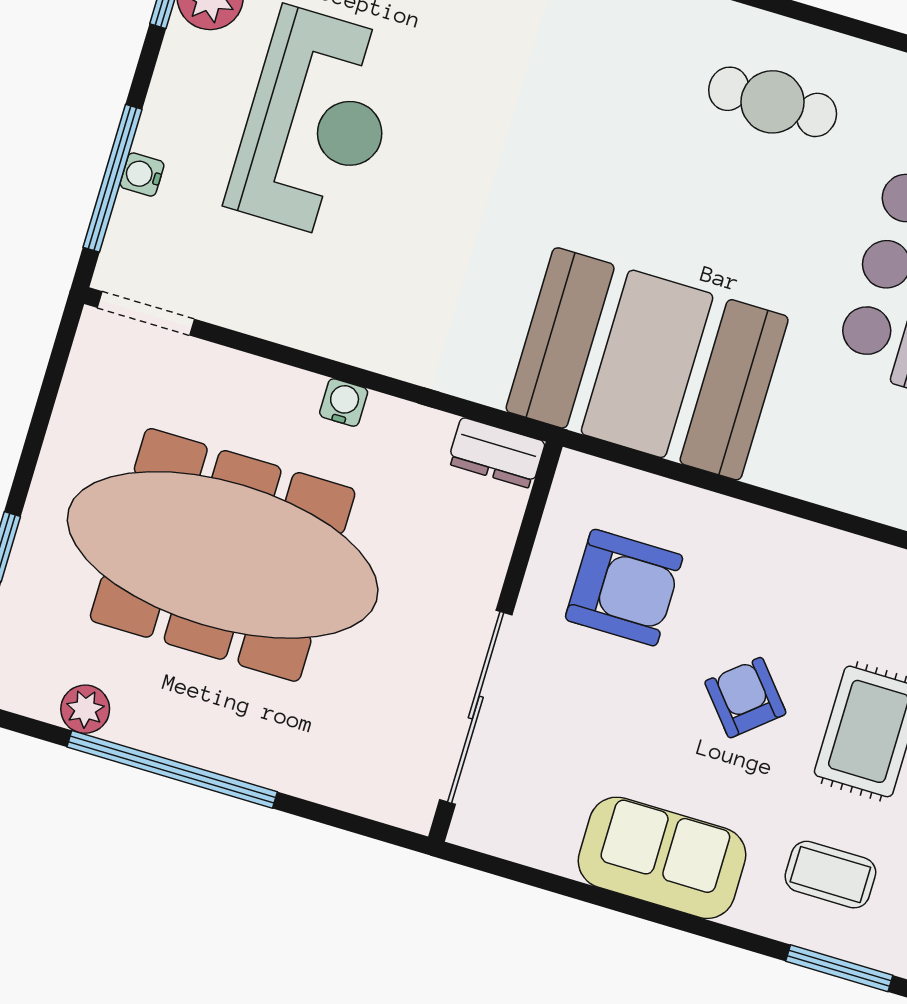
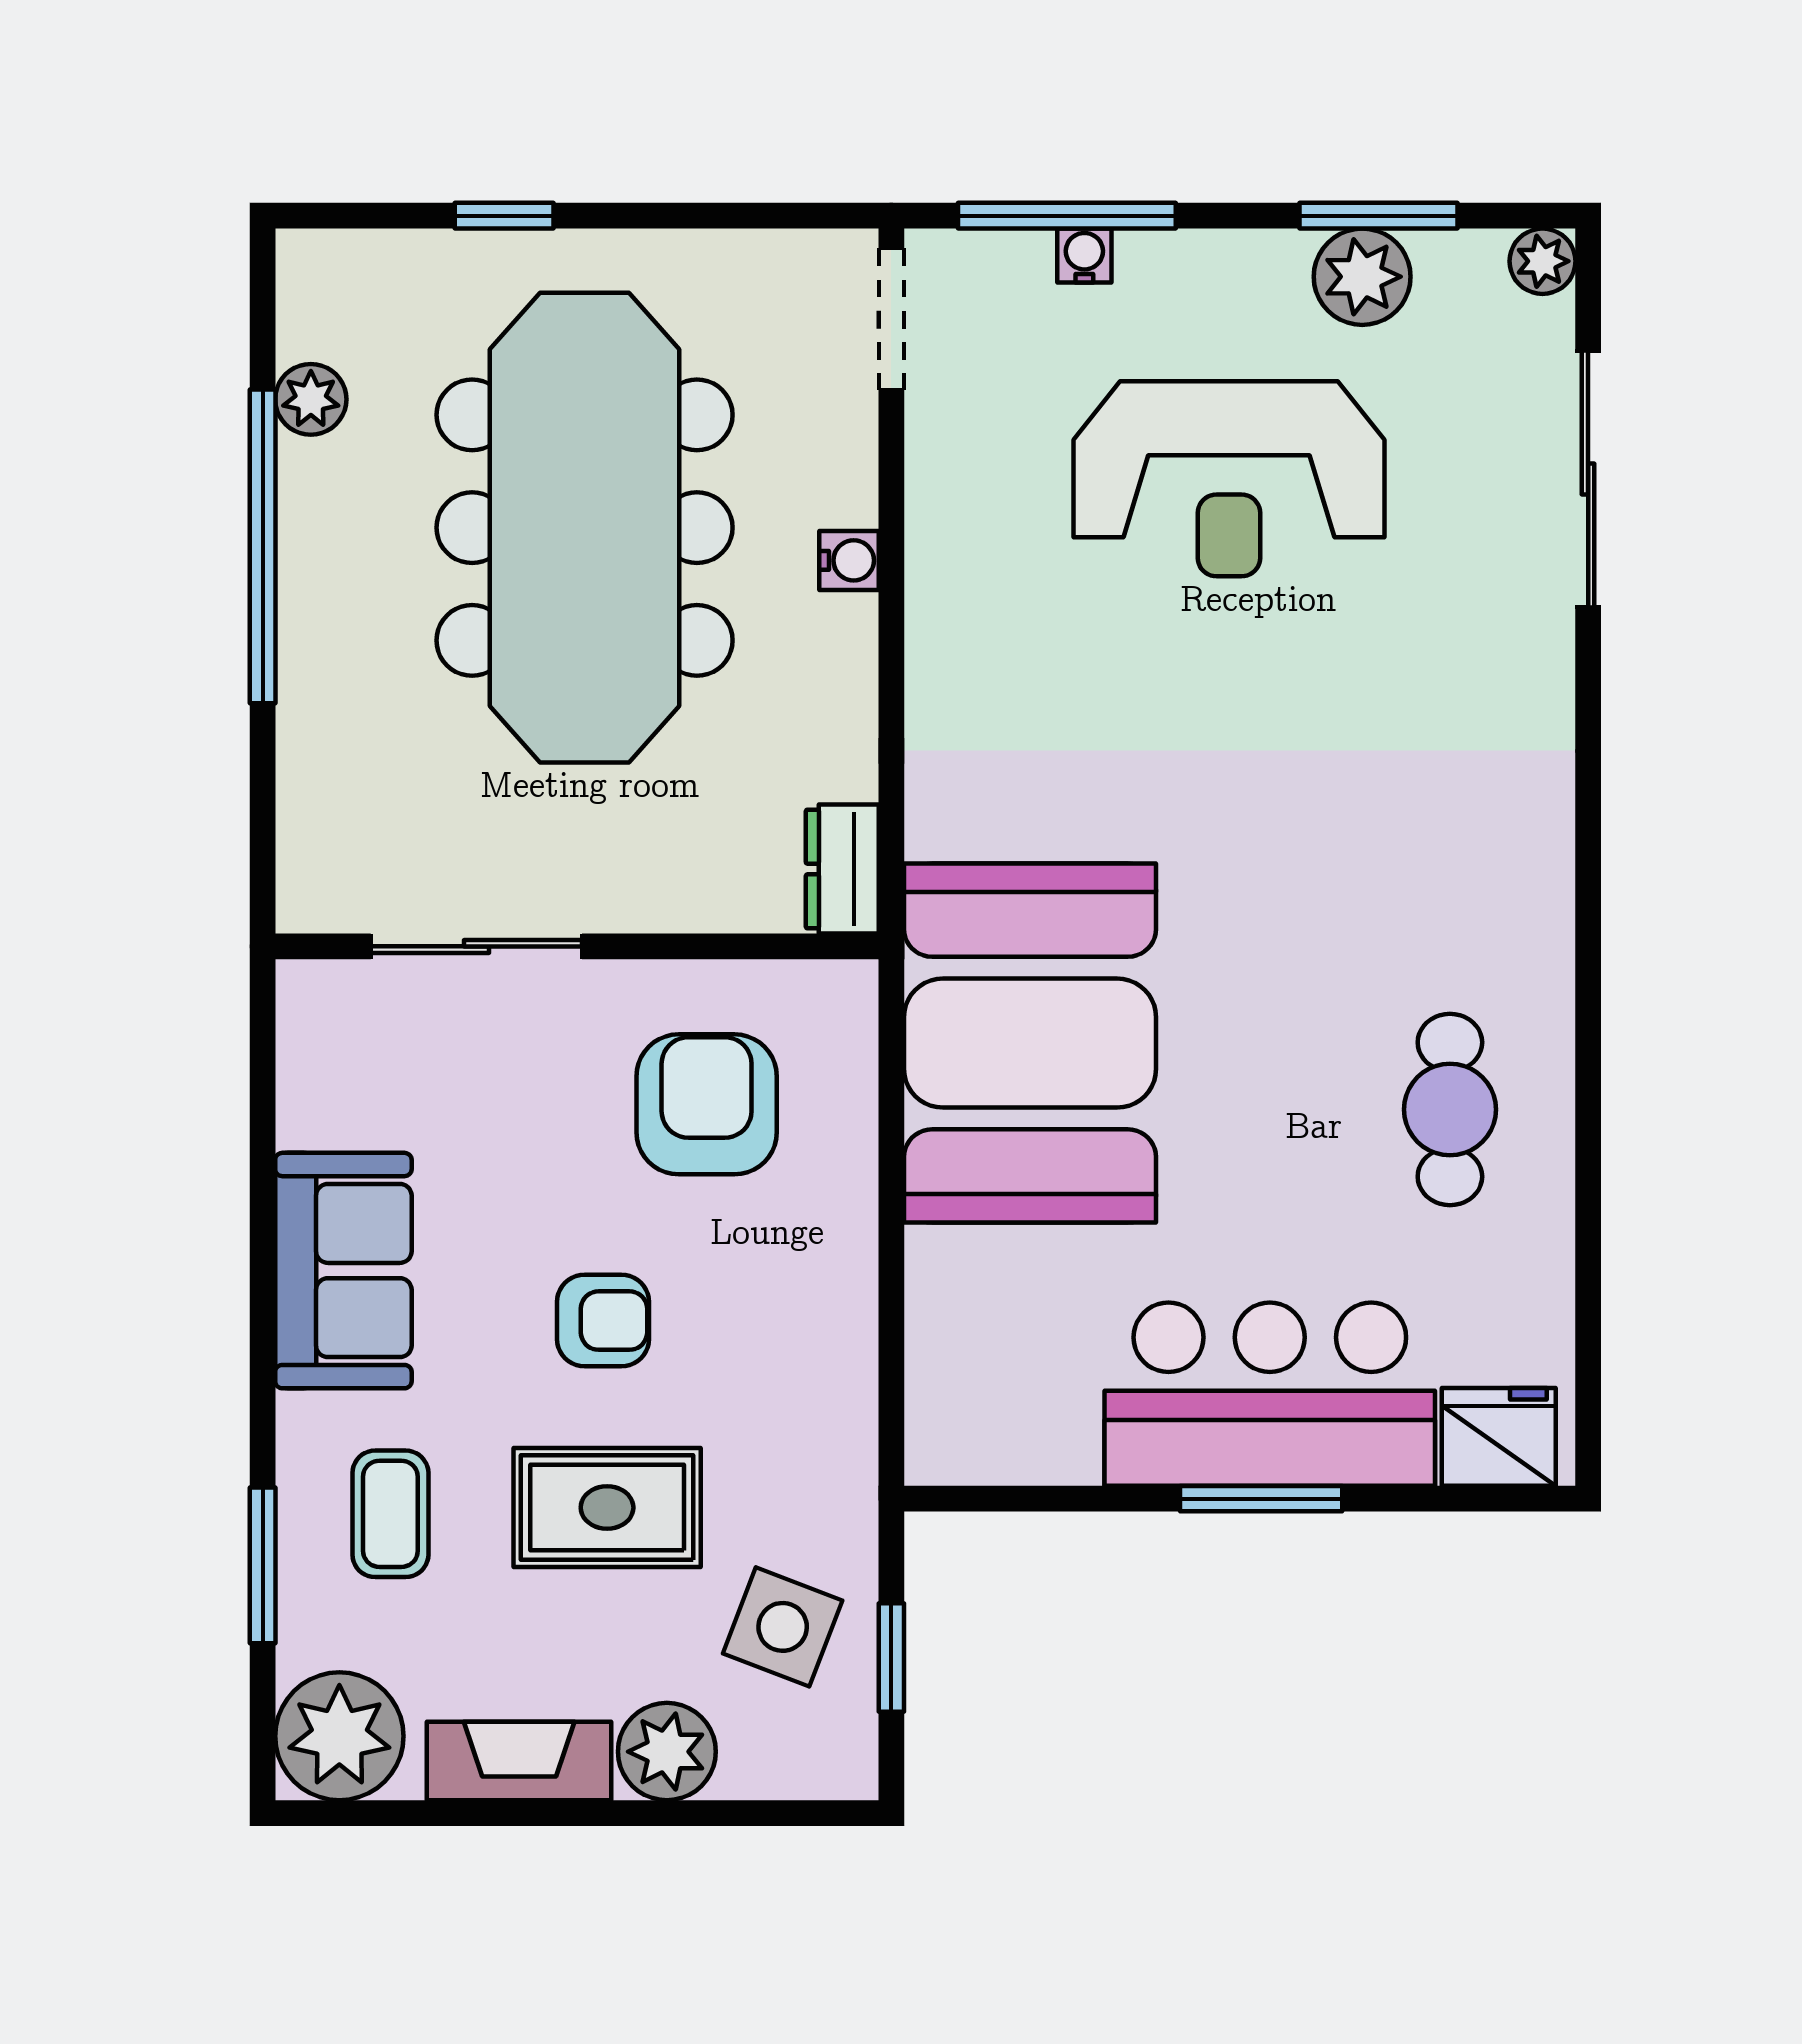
water cooler: (344, 402) -> (849, 560), moved
armchair: (624, 588) -> (707, 1104), turned 180
armchair: (745, 698) -> (603, 1321), turned 40
sliding door: (476, 707) -> (476, 946), width x0.73

